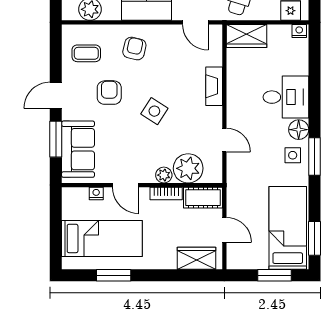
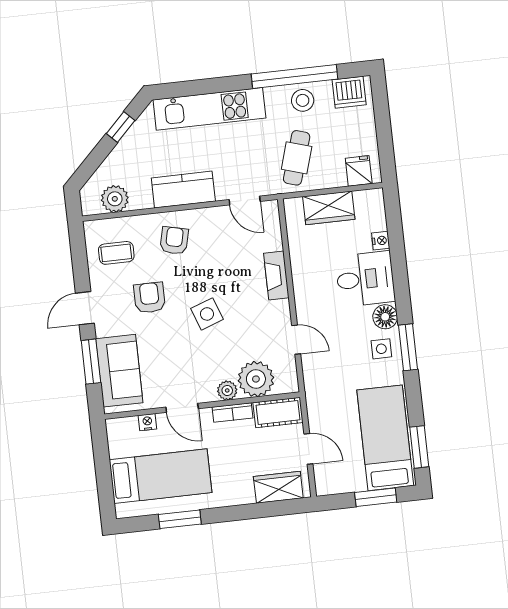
nightstand: (299, 31) -> (381, 241), moved, turned 90
wardrobe: (246, 36) -> (329, 208), moved
side table: (154, 111) -> (207, 314), turned 37

